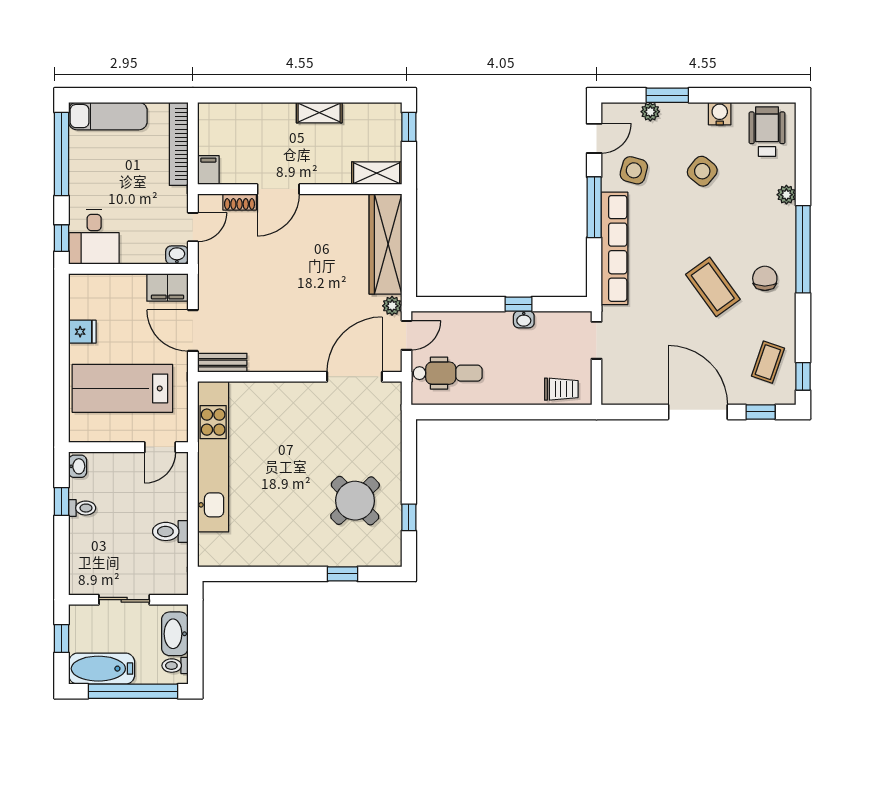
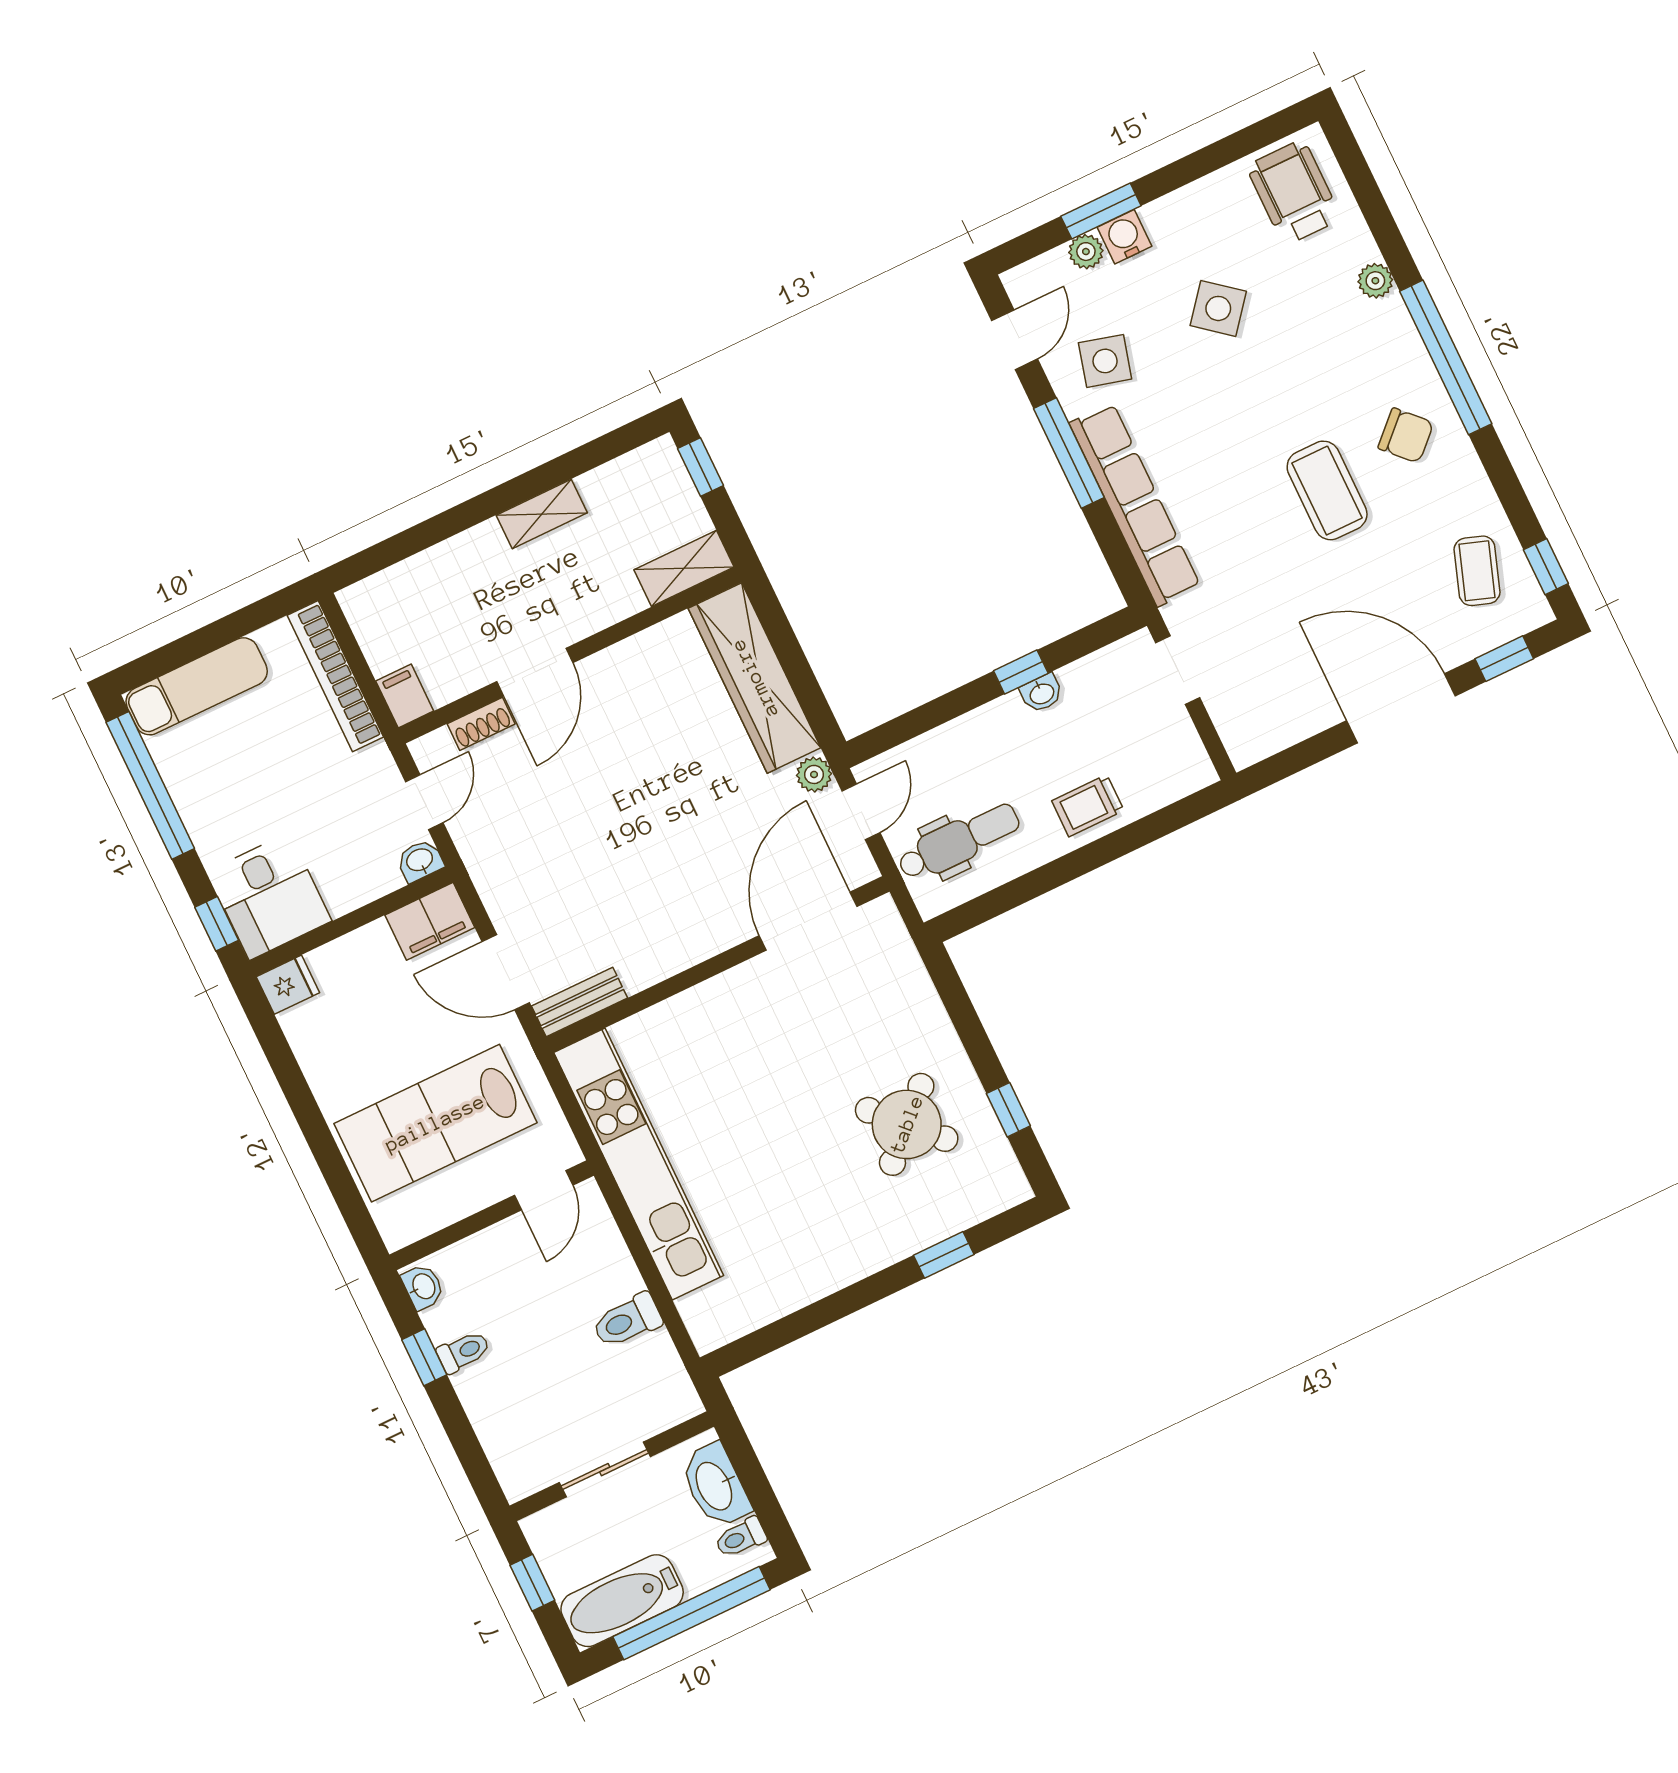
water cooler: (720, 114) -> (1125, 237), moved
chair: (765, 278) -> (1406, 435), turned 136
coffee table: (713, 287) -> (1327, 490), turned 36
fridge: (82, 332) -> (288, 985), moved
trolley: (561, 389) -> (1088, 806), moved, turned 180

